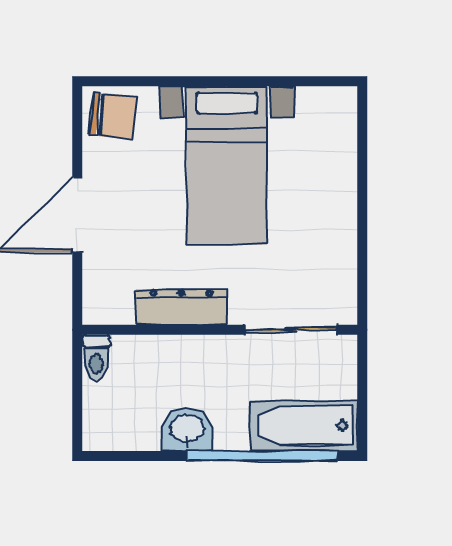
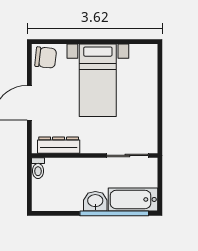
dresser: (182, 307) -> (59, 145), moved
washbasin: (187, 429) -> (95, 201), moved

